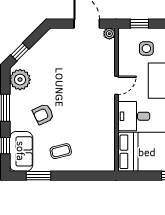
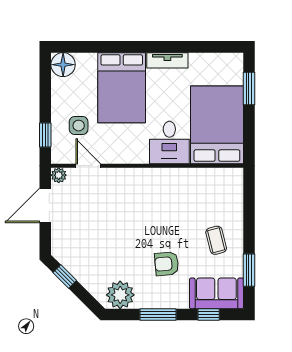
window: (20, 52) -> (65, 277), moved
door: (116, 85) -> (88, 166), moved
armchair: (43, 114) -> (167, 264), turned 110

